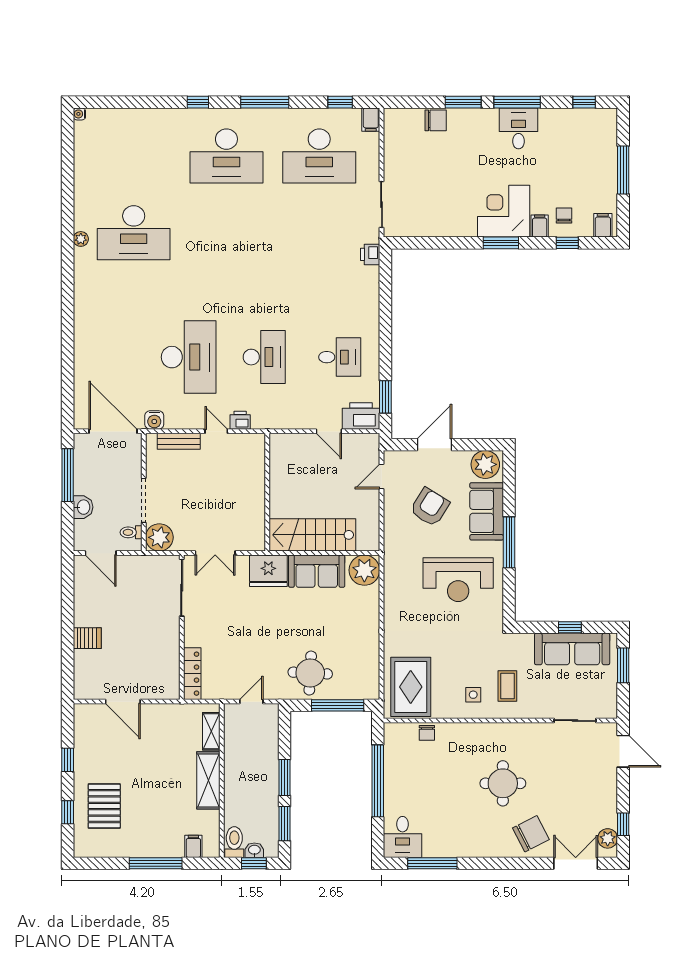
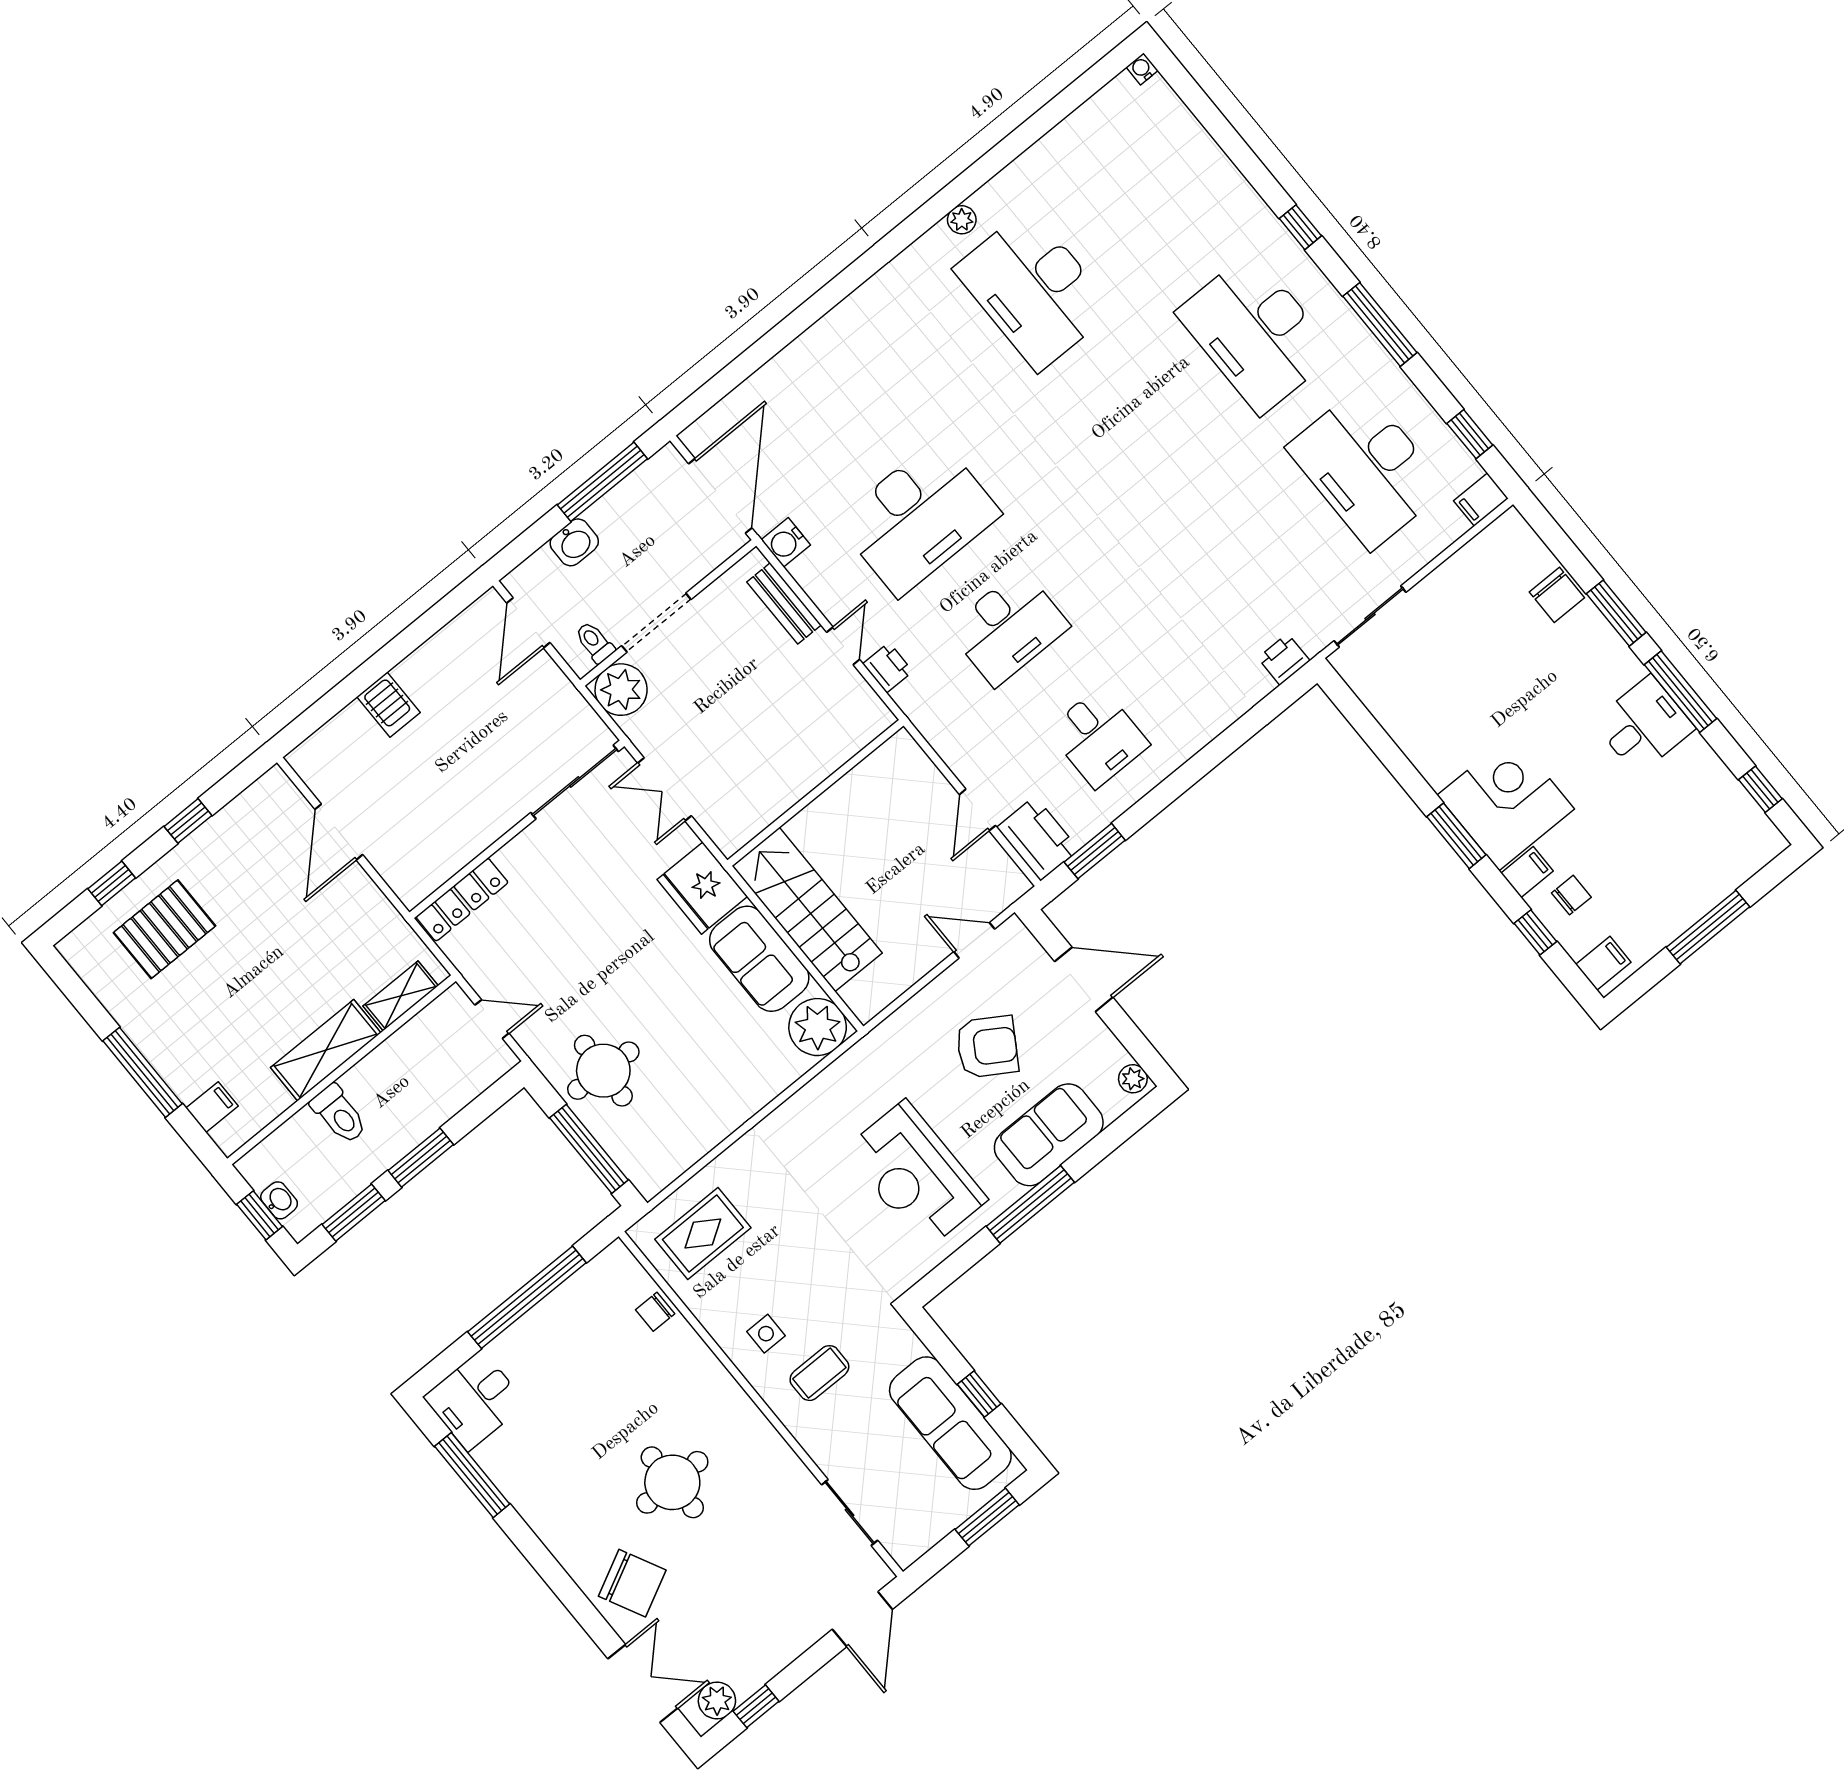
plant: (485, 464) -> (1133, 1079), width x0.53, depth x0.53
rug: (411, 687) -> (703, 1234), width x0.73, depth x0.70
toilet: (234, 842) -> (339, 1114), moved, turned 90

